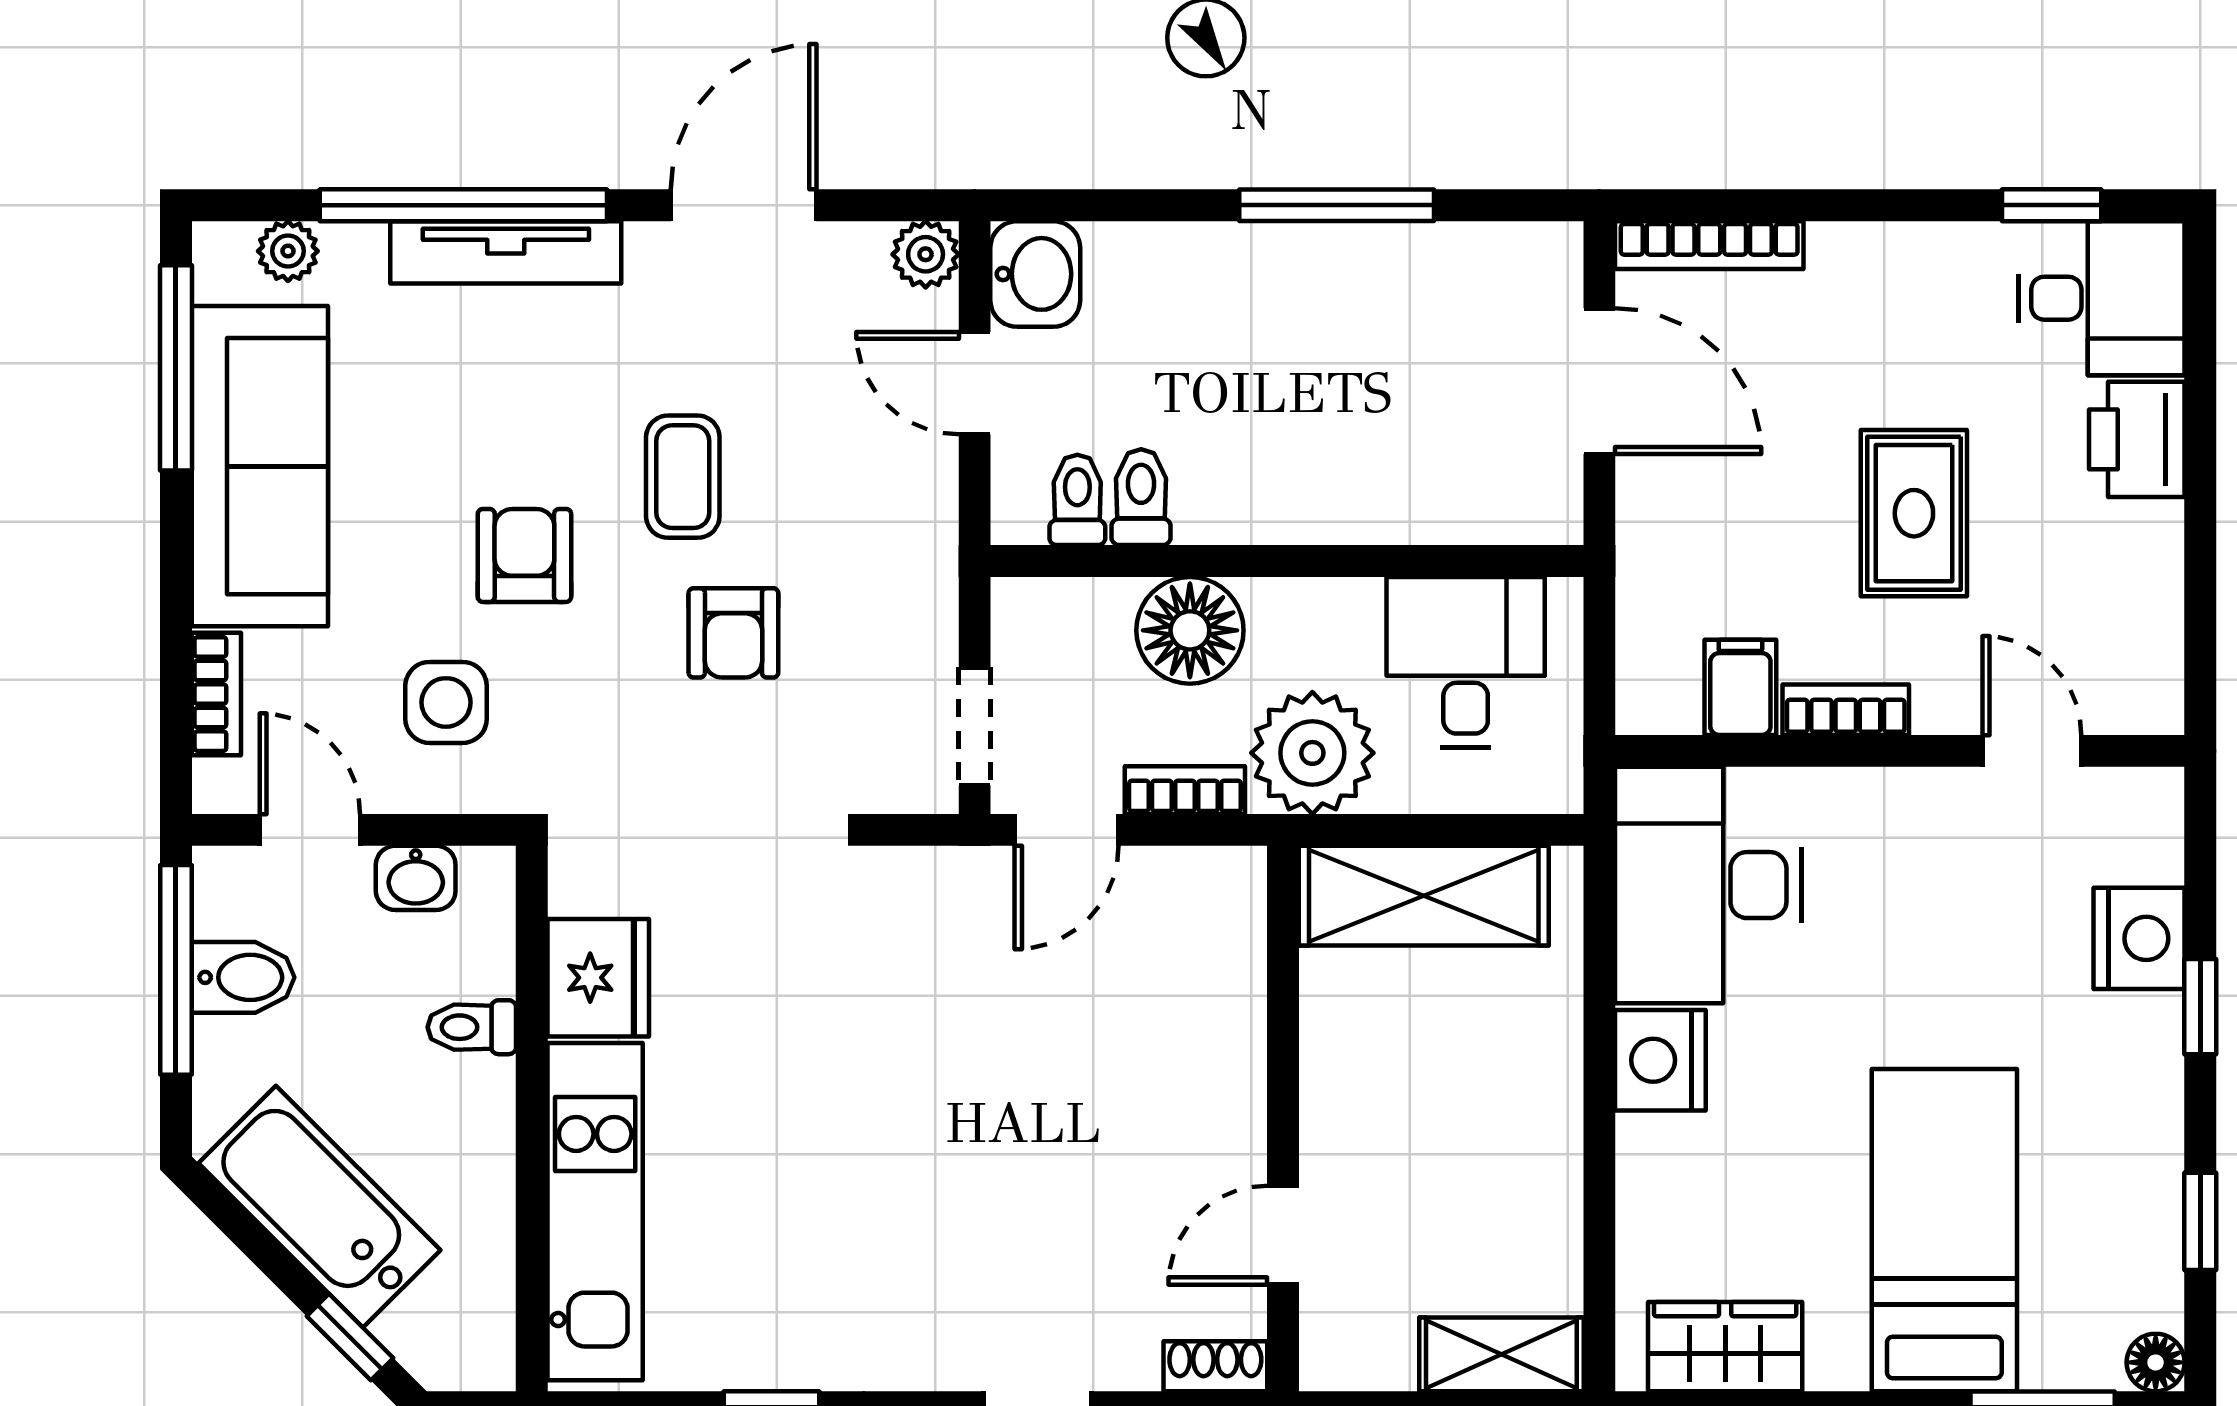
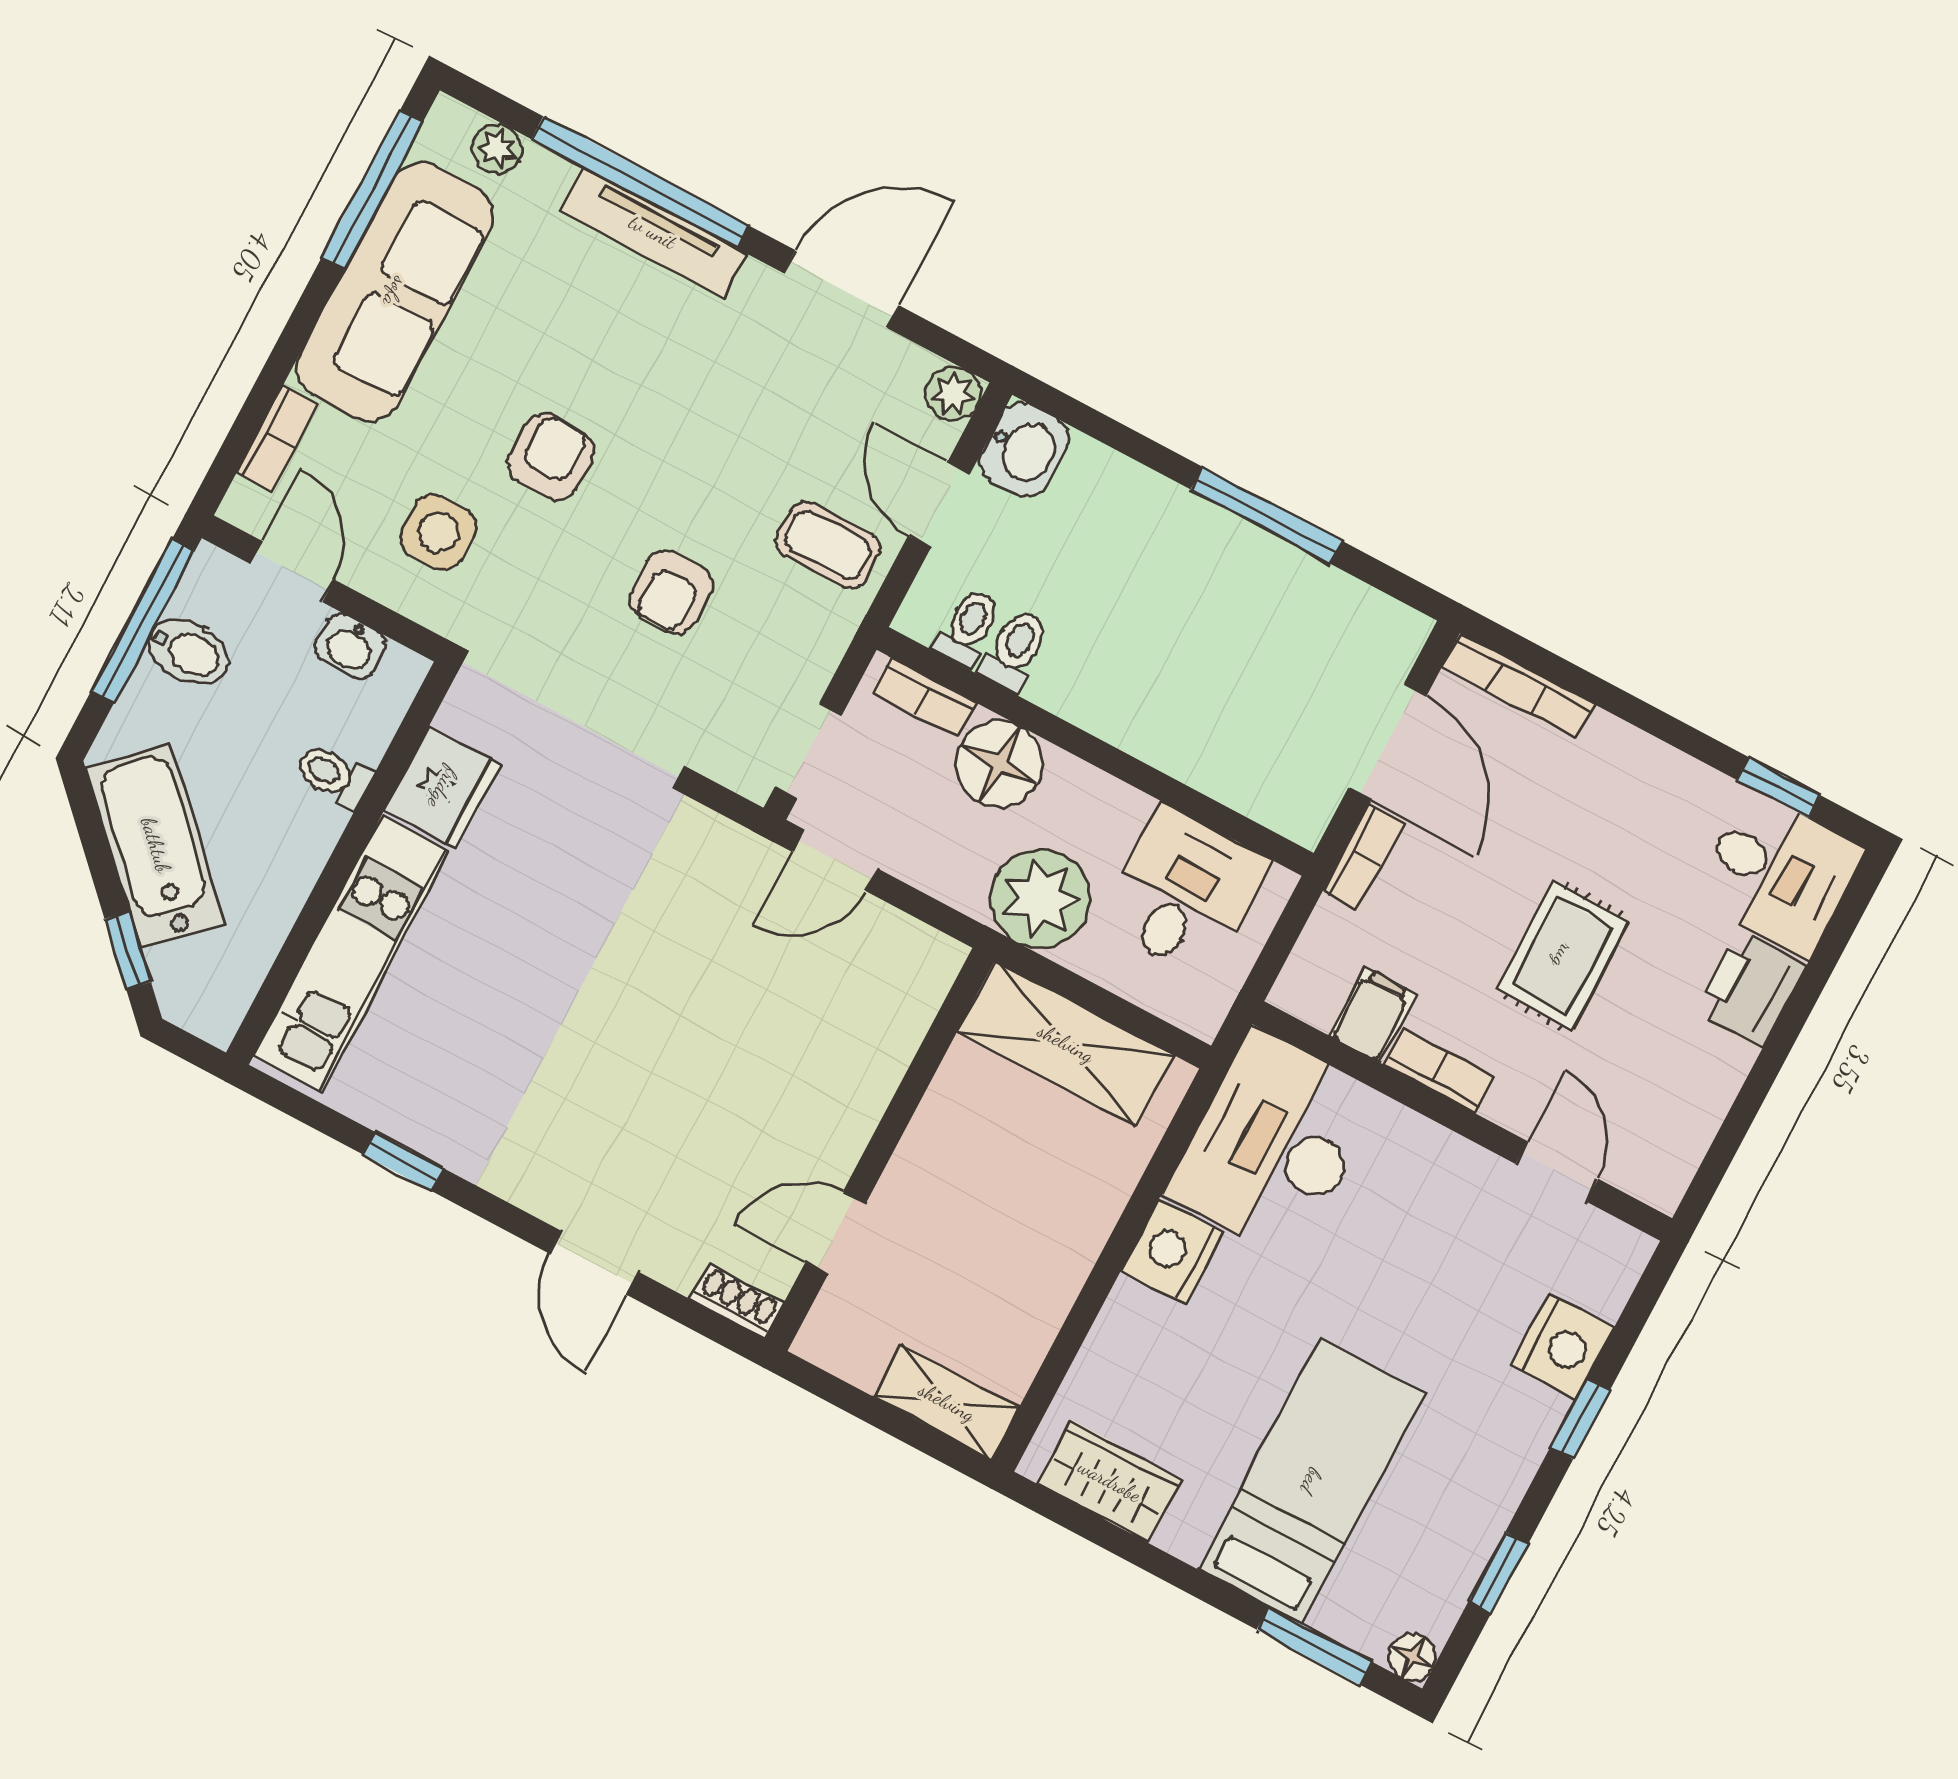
coffee table: (683, 477) -> (828, 545), moved, turned 90
bookcase: (1639, 520) -> (1363, 857), added
bookcase: (1185, 790) -> (925, 697), moved, turned 180

